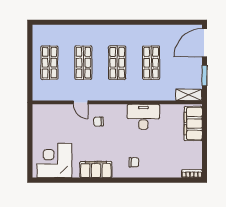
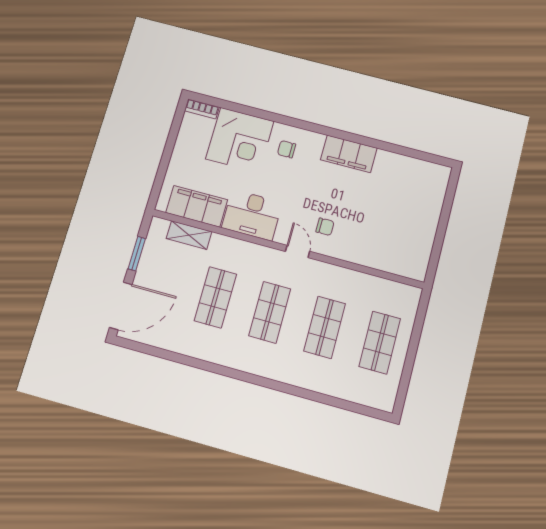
shelving: (189, 95) -> (189, 235), moved
door: (81, 102) -> (298, 251), moved
filing cabinet: (193, 124) -> (197, 206), moved, turned -90
corner desk: (54, 160) -> (240, 140), moved

